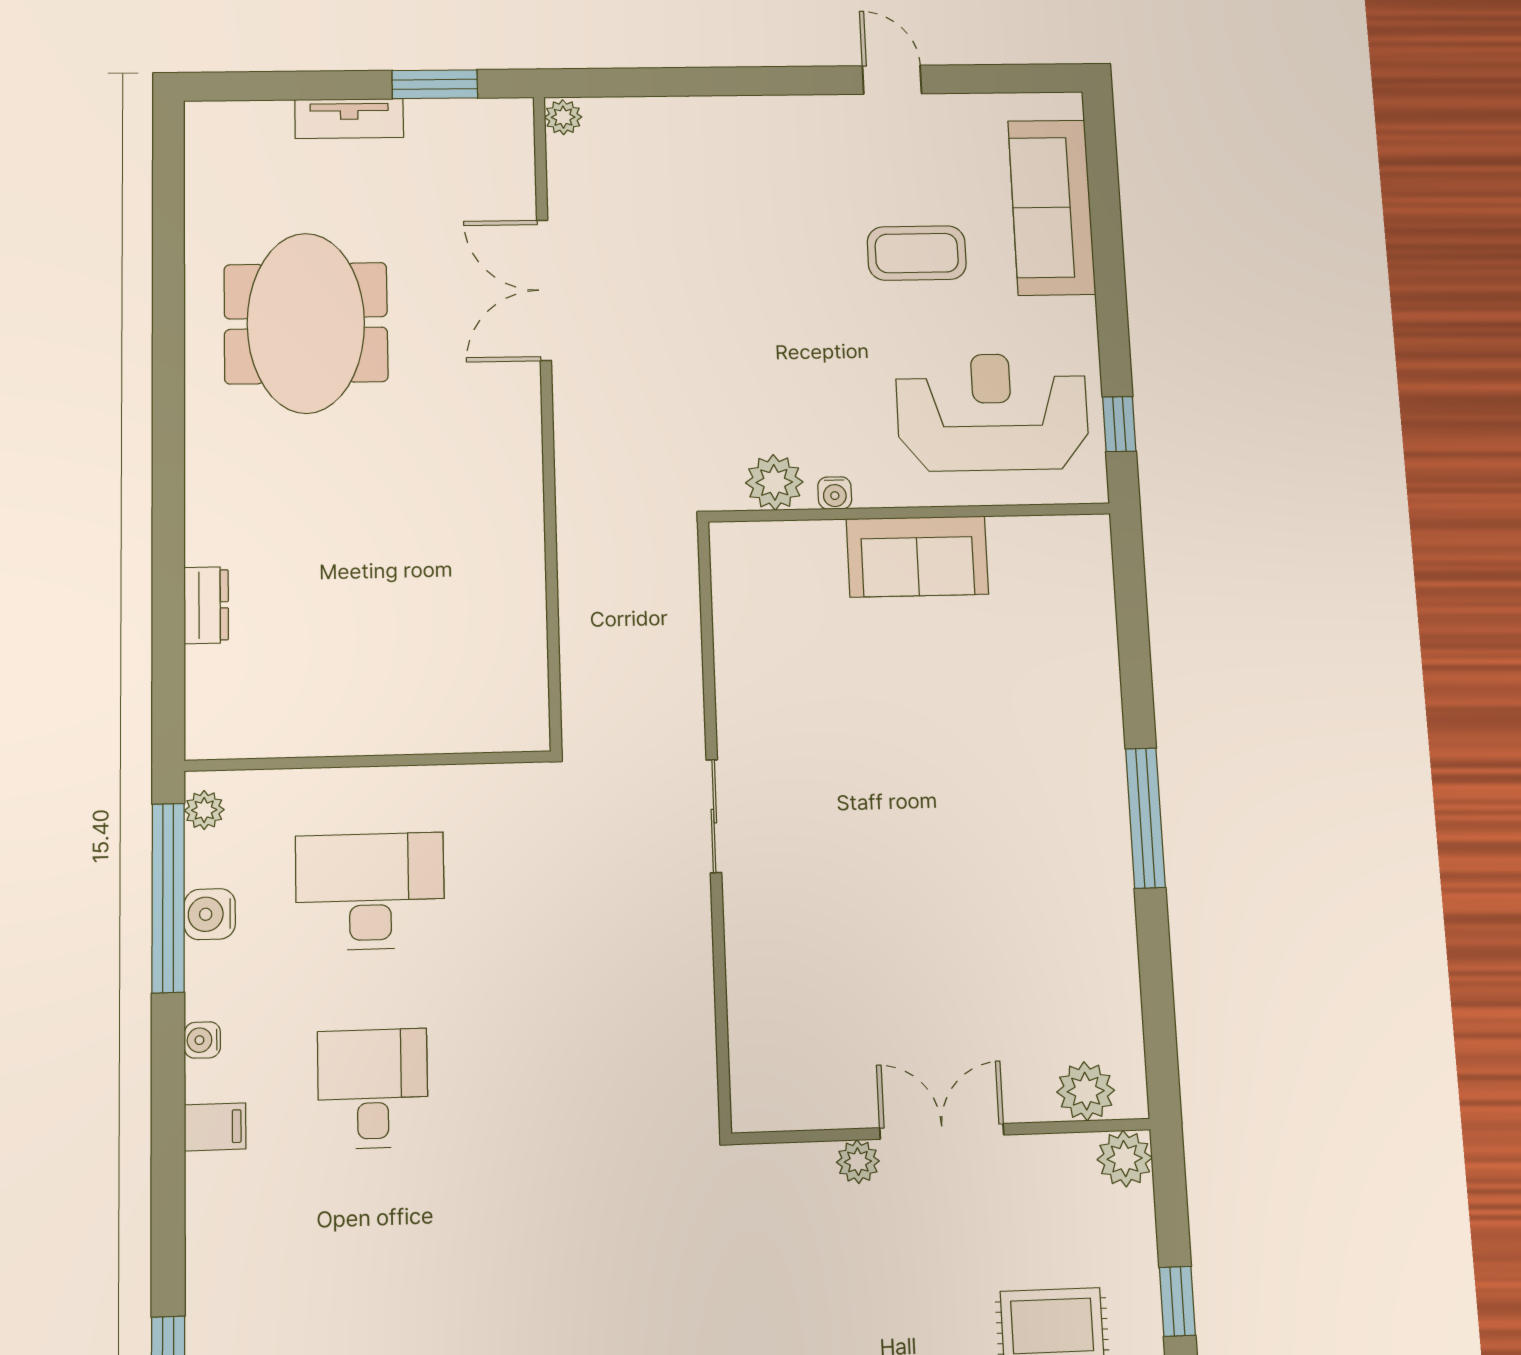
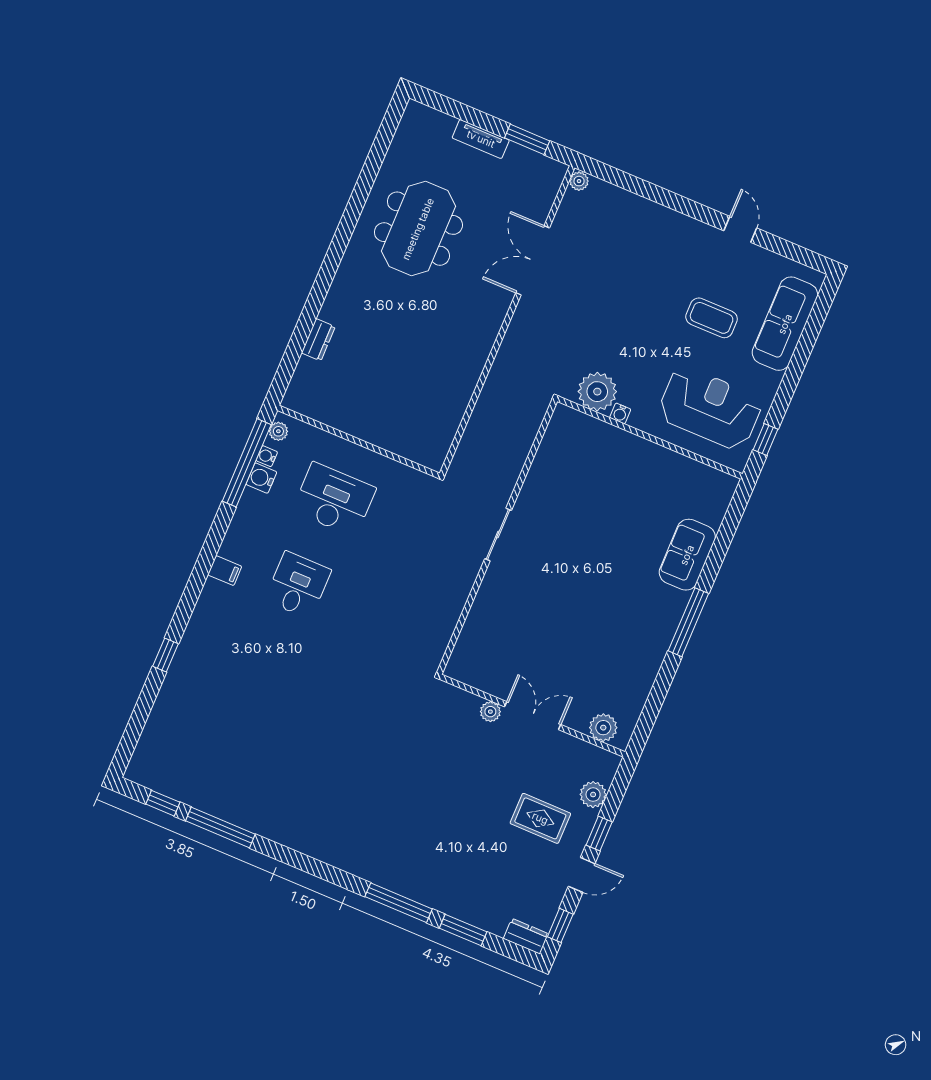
plant: (774, 482) -> (597, 392), width x1.36, depth x1.36
sofa: (917, 556) -> (687, 555), moved, turned 90
water cooler: (202, 1040) -> (267, 456), moved
plant: (1125, 1159) -> (593, 795), moved

